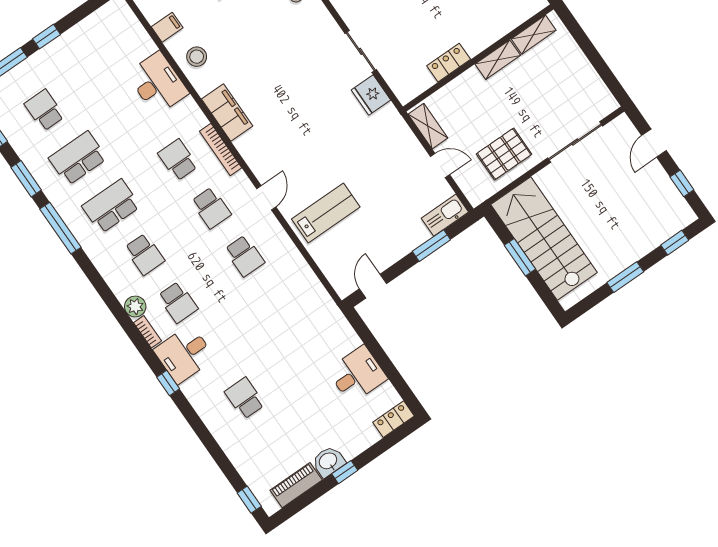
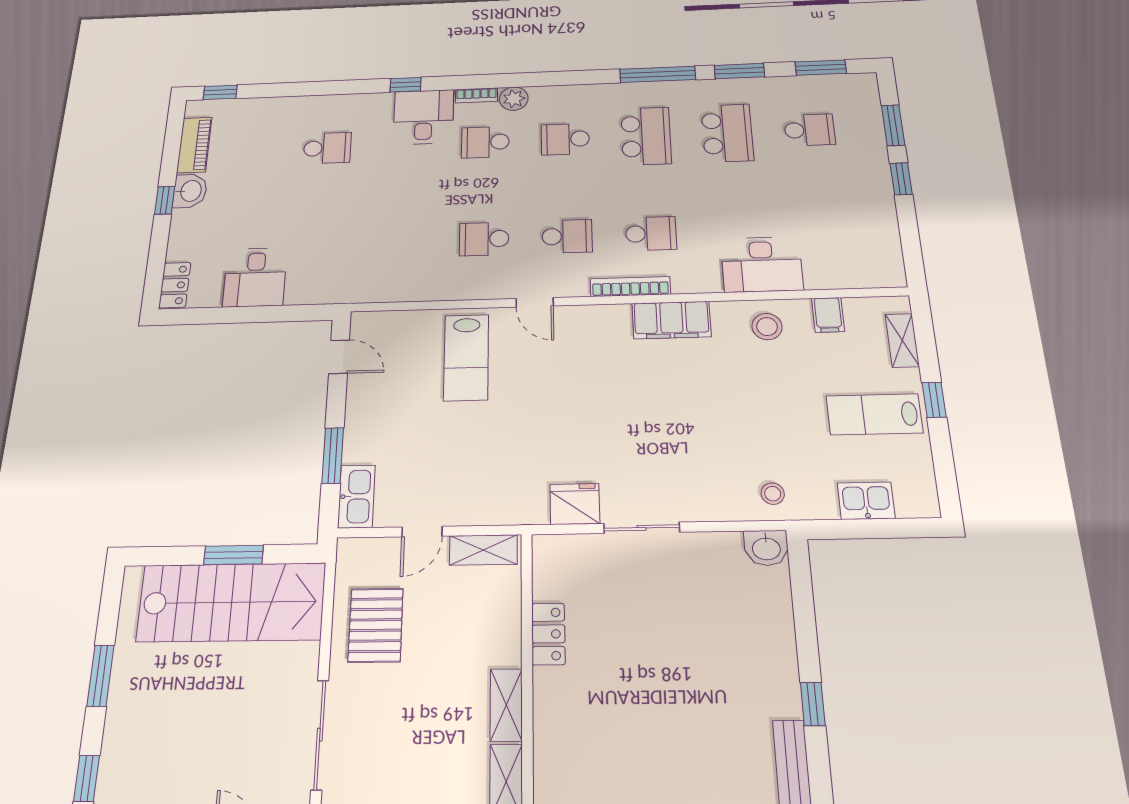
school desk: (211, 208) -> (567, 236), turned 180

